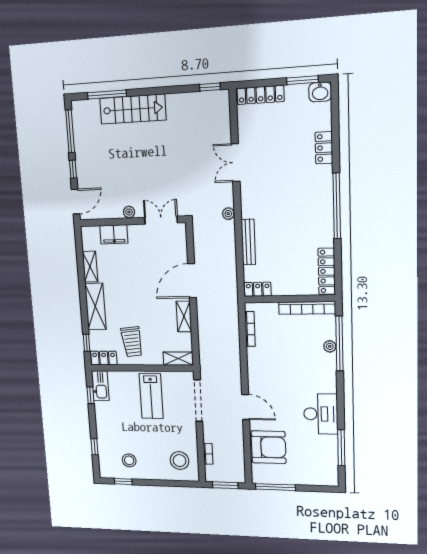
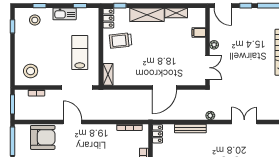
filing cabinet: (114, 234) -> (199, 32), width x0.50
door: (192, 281) -> (164, 88), swing flipped
shelving: (184, 317) -> (139, 80), removed
kitchen sink: (100, 386) -> (65, 14), moved
lab bench: (151, 396) -> (80, 52), turned 90
door: (246, 407) -> (72, 122), swing flipped
armchair: (269, 447) -> (43, 137), turned -90
stool: (129, 460) -> (35, 20), moved

